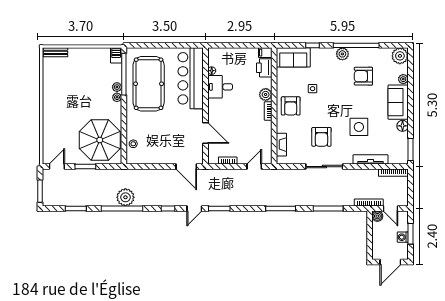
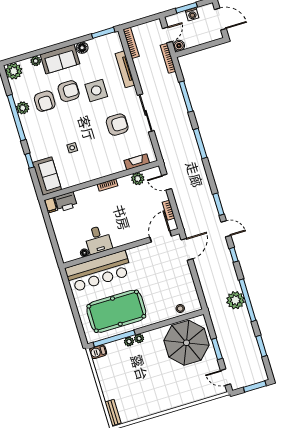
plant: (342, 54) -> (23, 108), moved
plant: (266, 94) -> (138, 179), moved
armchair: (291, 106) -> (69, 91), moved
door: (205, 133) -> (161, 237), moved

